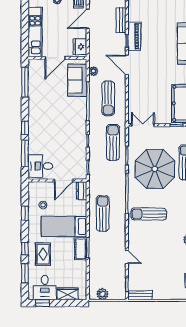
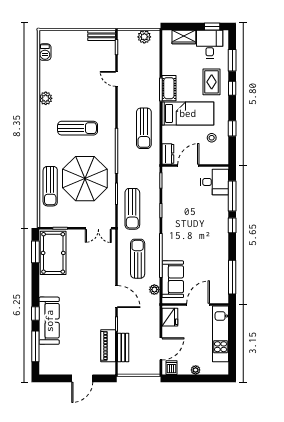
piano: (134, 36) -> (108, 346), moved
sun lounger: (149, 214) -> (78, 128), moved

